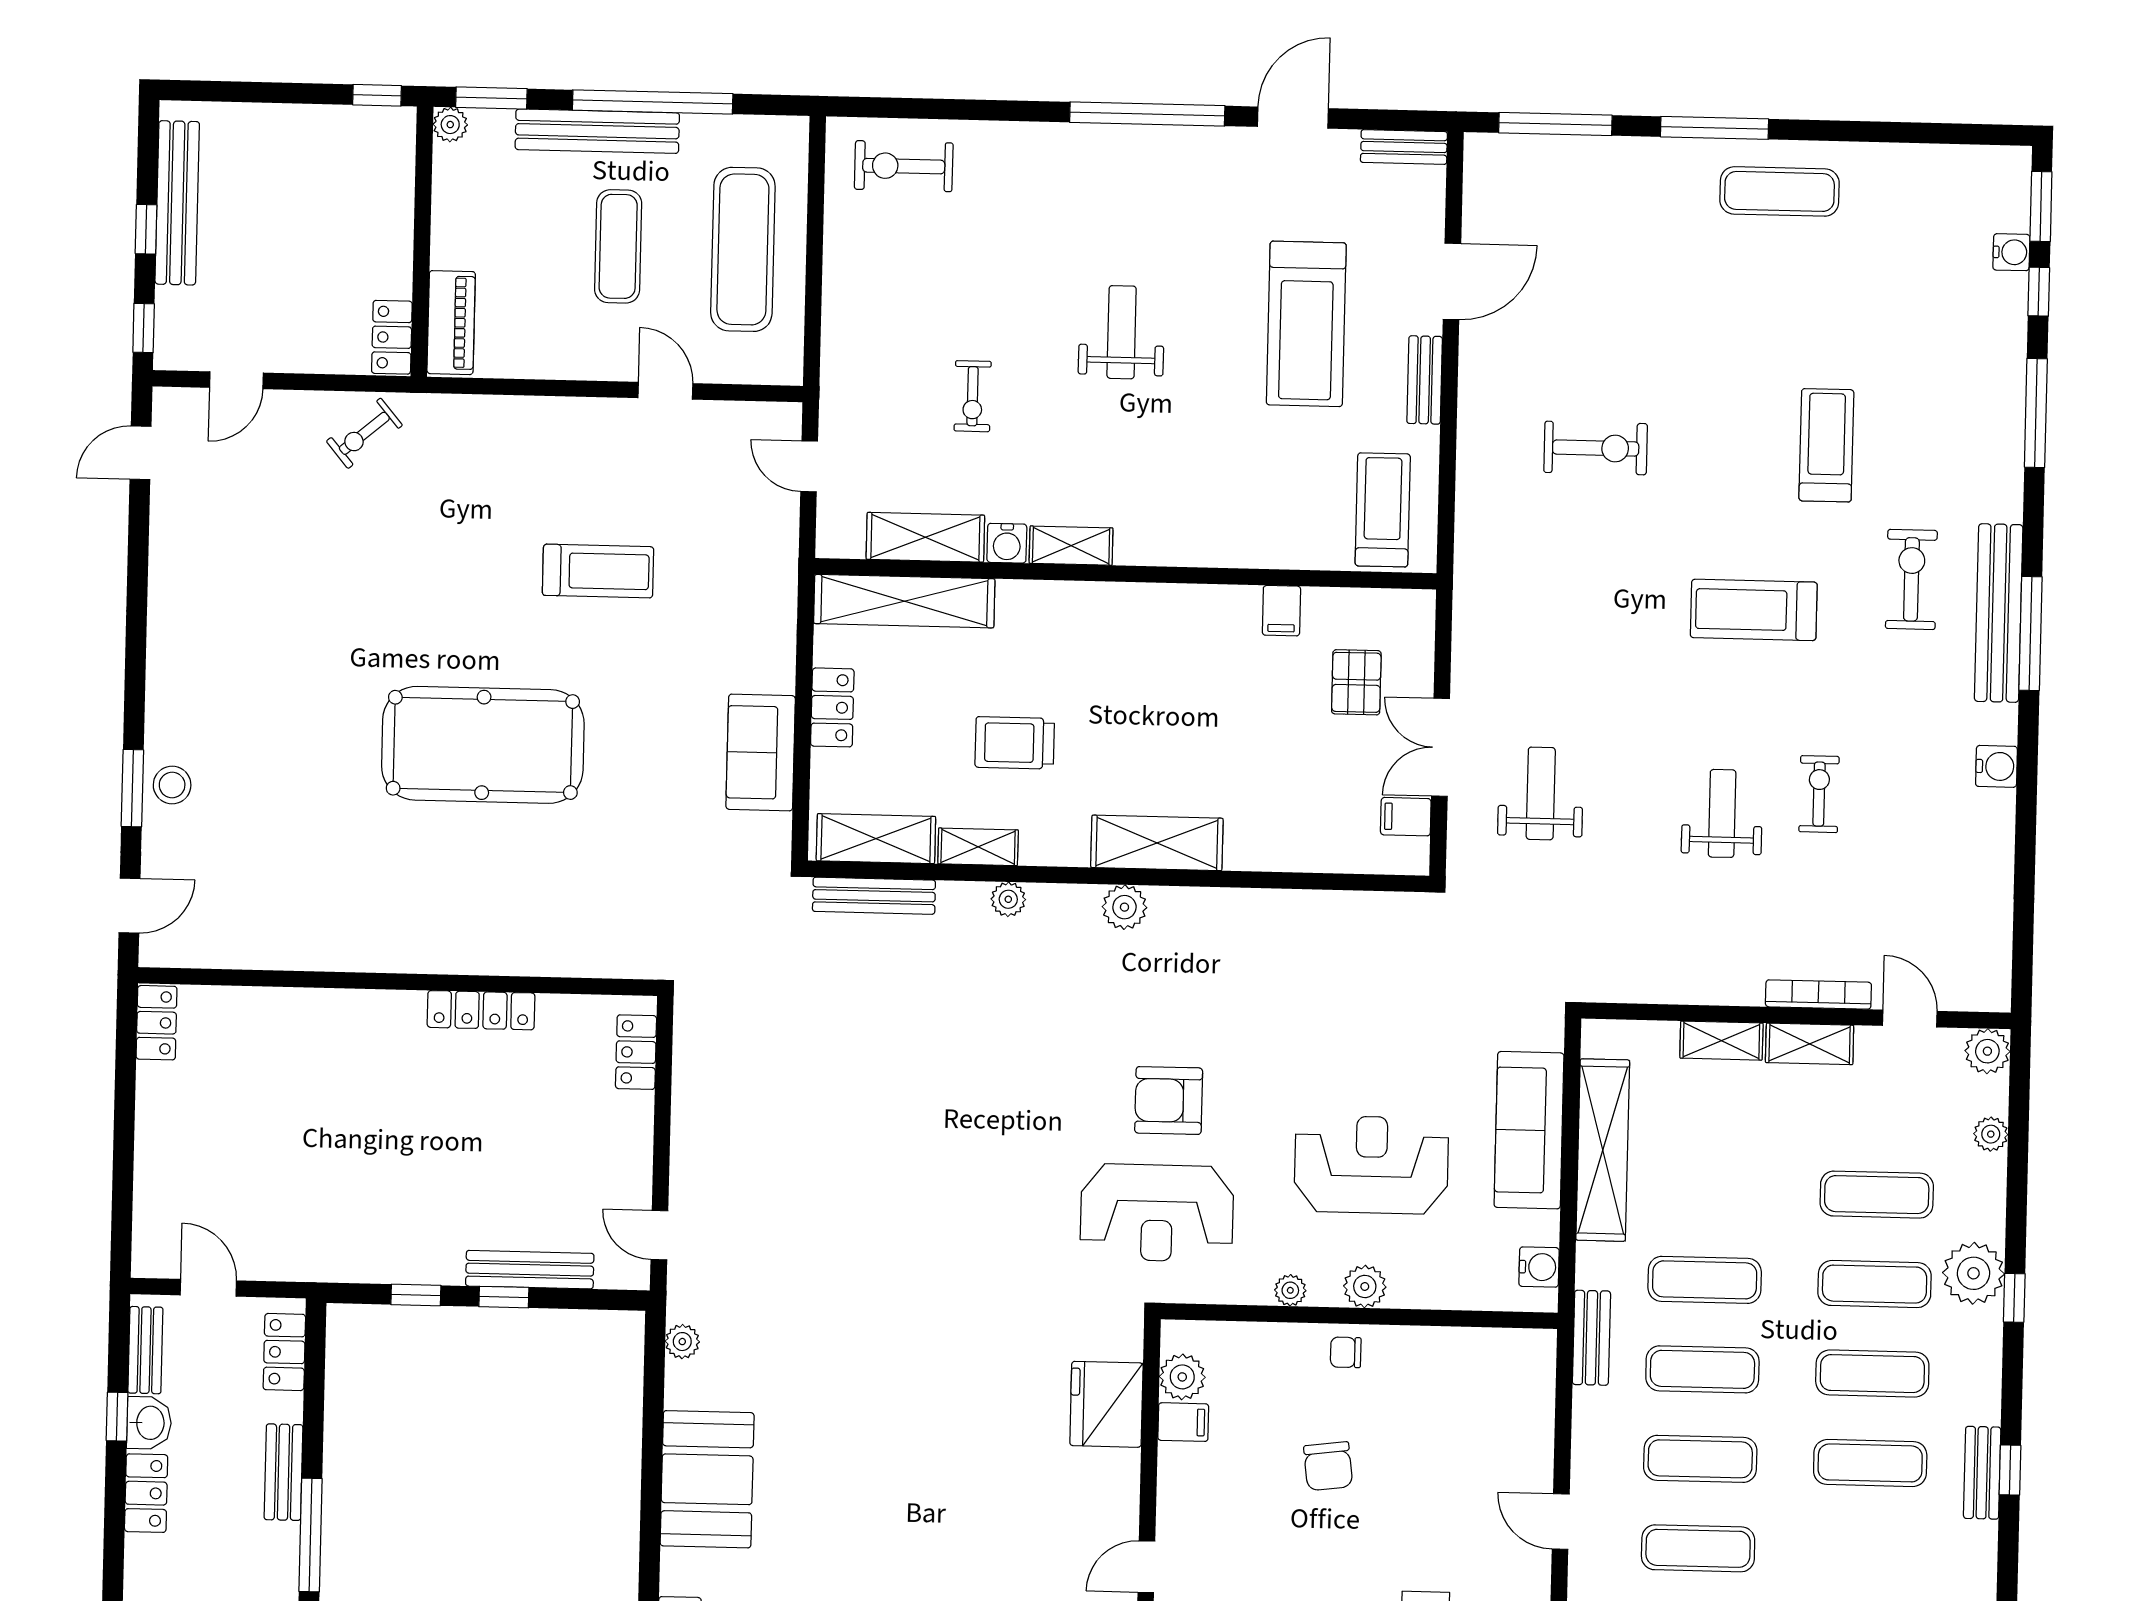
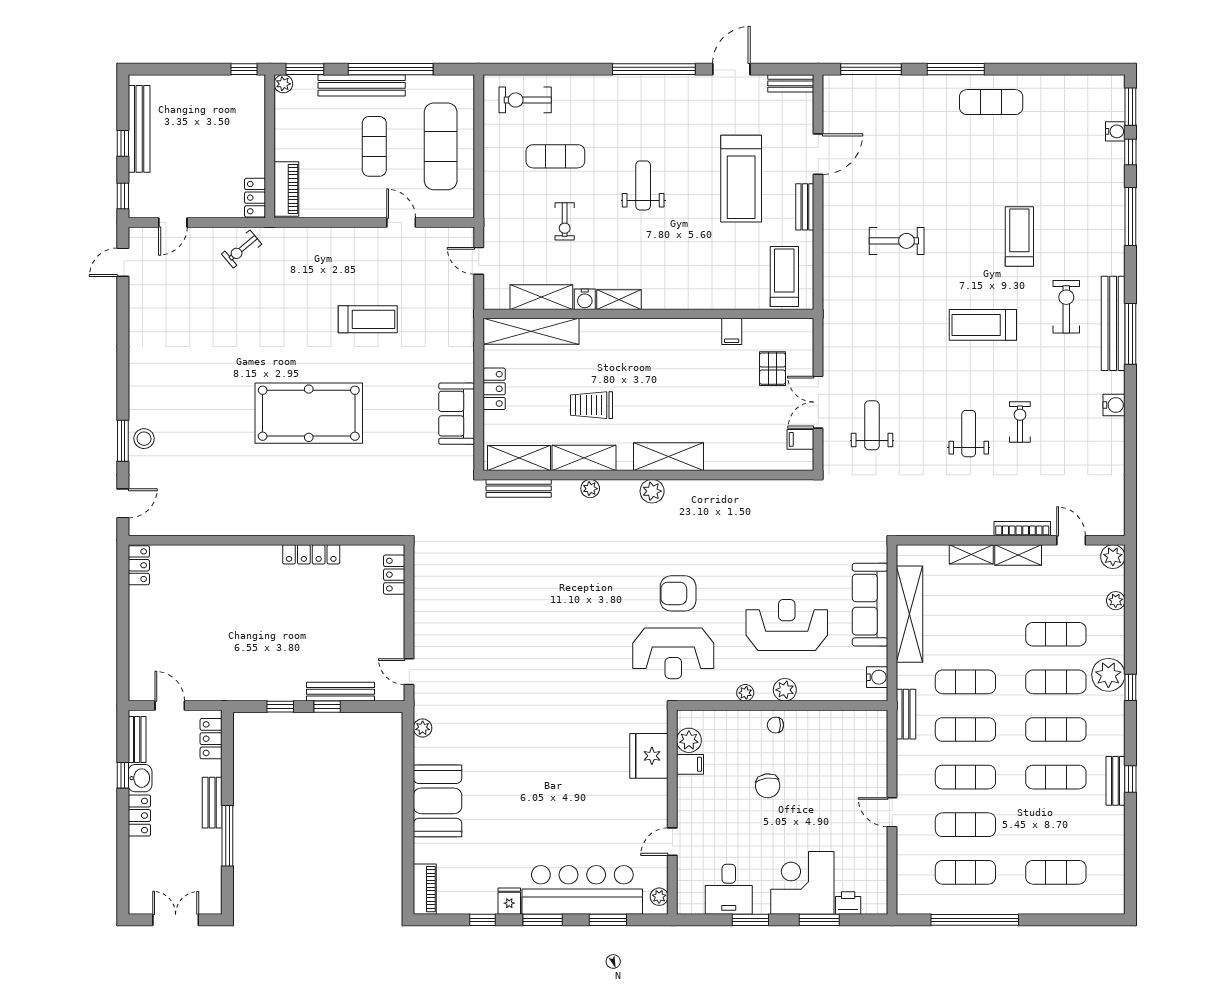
exercise mat: (958, 273) -> (555, 156), added
shelving: (978, 847) -> (584, 458), width x1.50, depth x1.33

